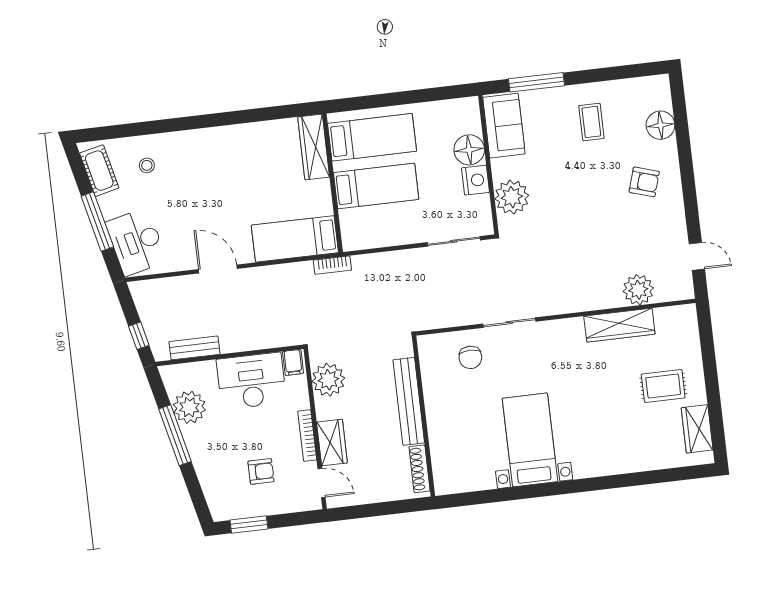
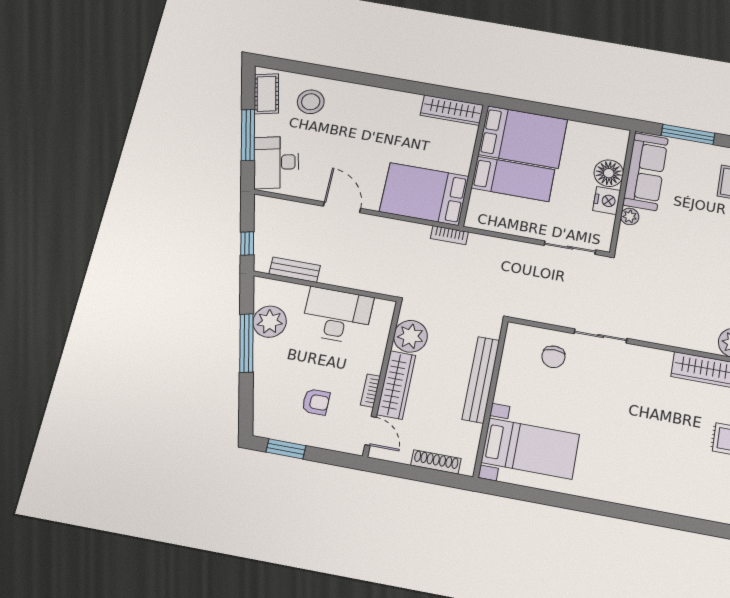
sofa: (504, 126) -> (646, 172), width x1.36
bed: (372, 137) -> (523, 137), width x1.50
wardrobe: (314, 147) -> (452, 110), moved, turned -90
stool: (147, 165) -> (311, 102), width x1.89, depth x1.89
plant: (512, 197) -> (630, 216), width x0.53, depth x0.53
bed: (295, 239) -> (424, 194), width x1.50
filing cabinet: (293, 362) -> (382, 311), removed
bookcase: (307, 436) -> (370, 391), width x0.64
bed with nightstands: (530, 440) -> (530, 448), moved, turned 90
wardrobe: (332, 443) -> (396, 385), width x1.50
shoe rack: (420, 469) -> (436, 462), moved, turned 90

